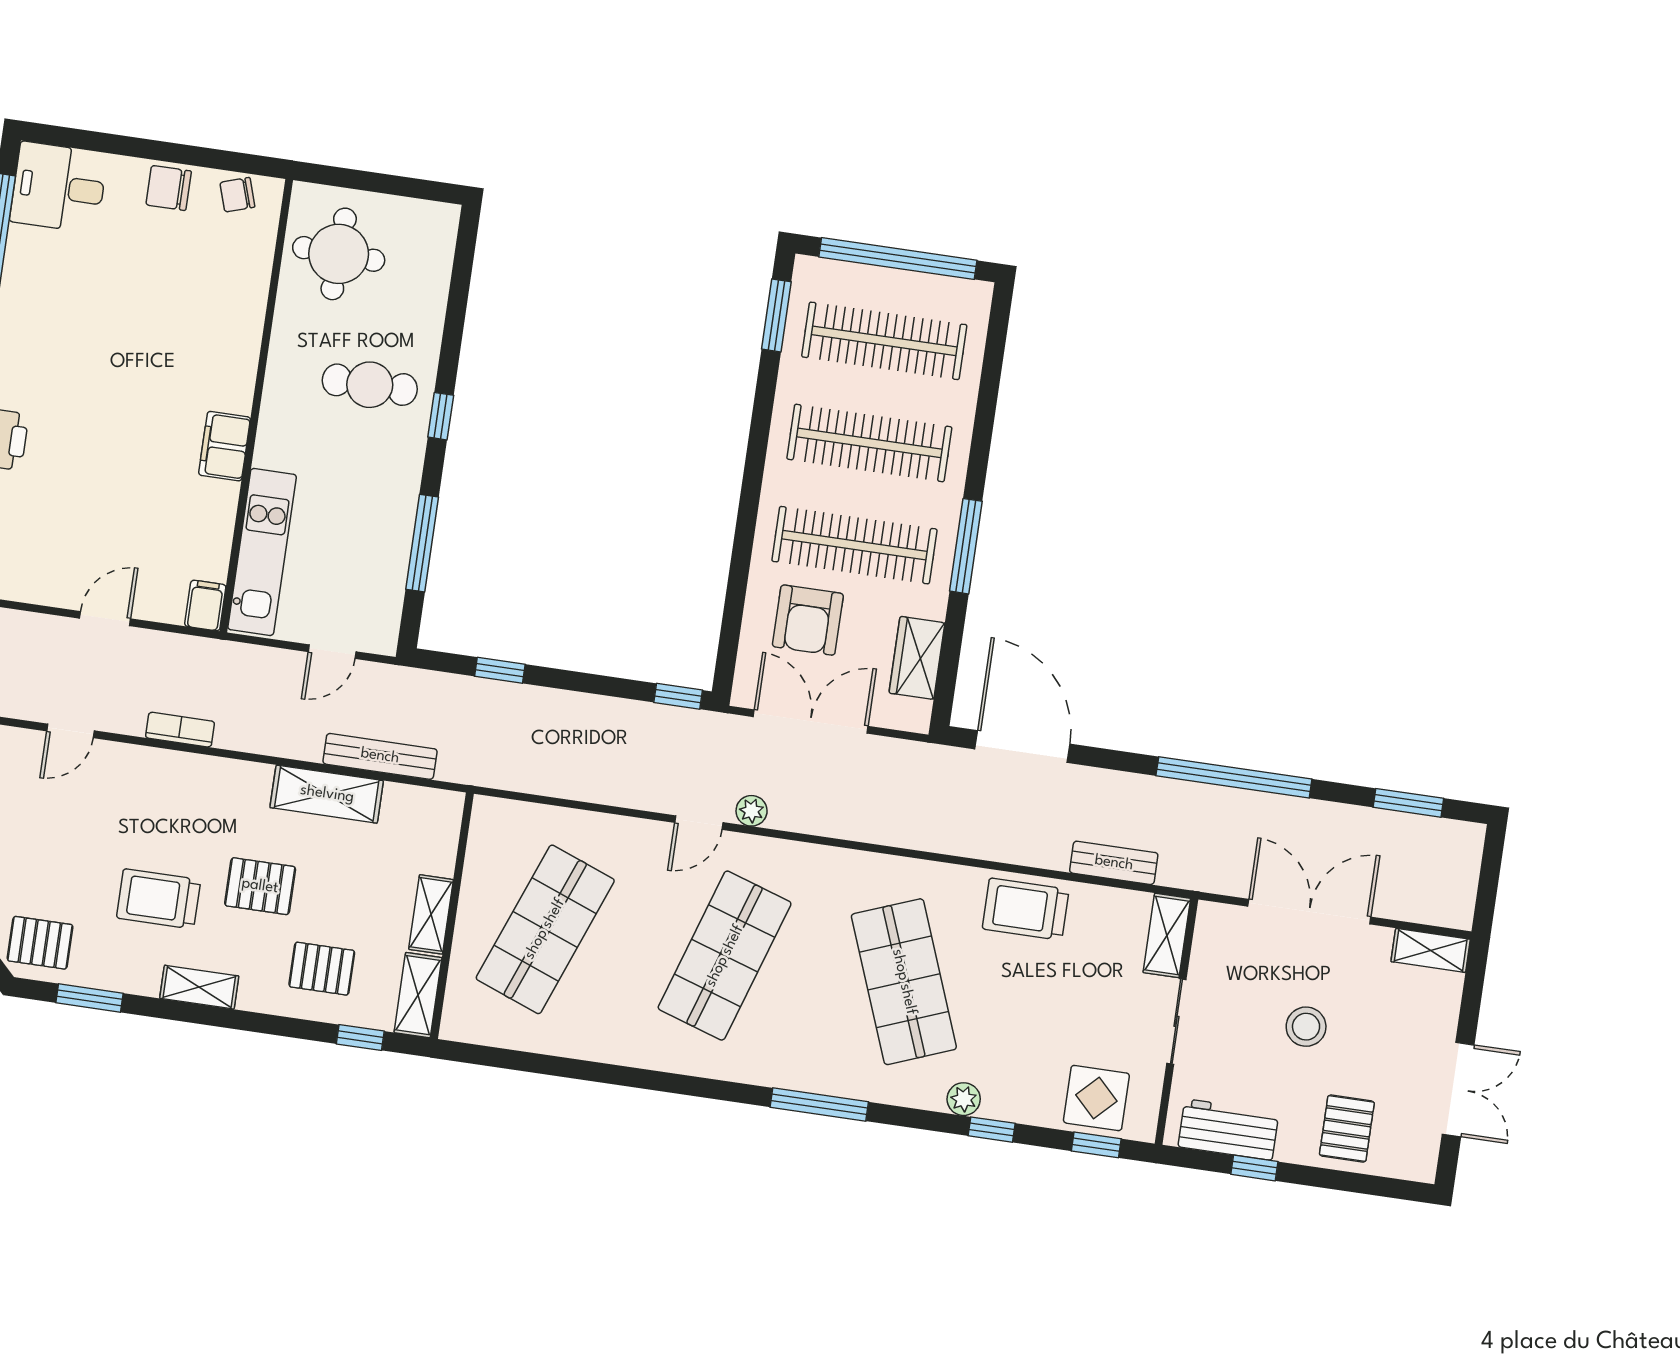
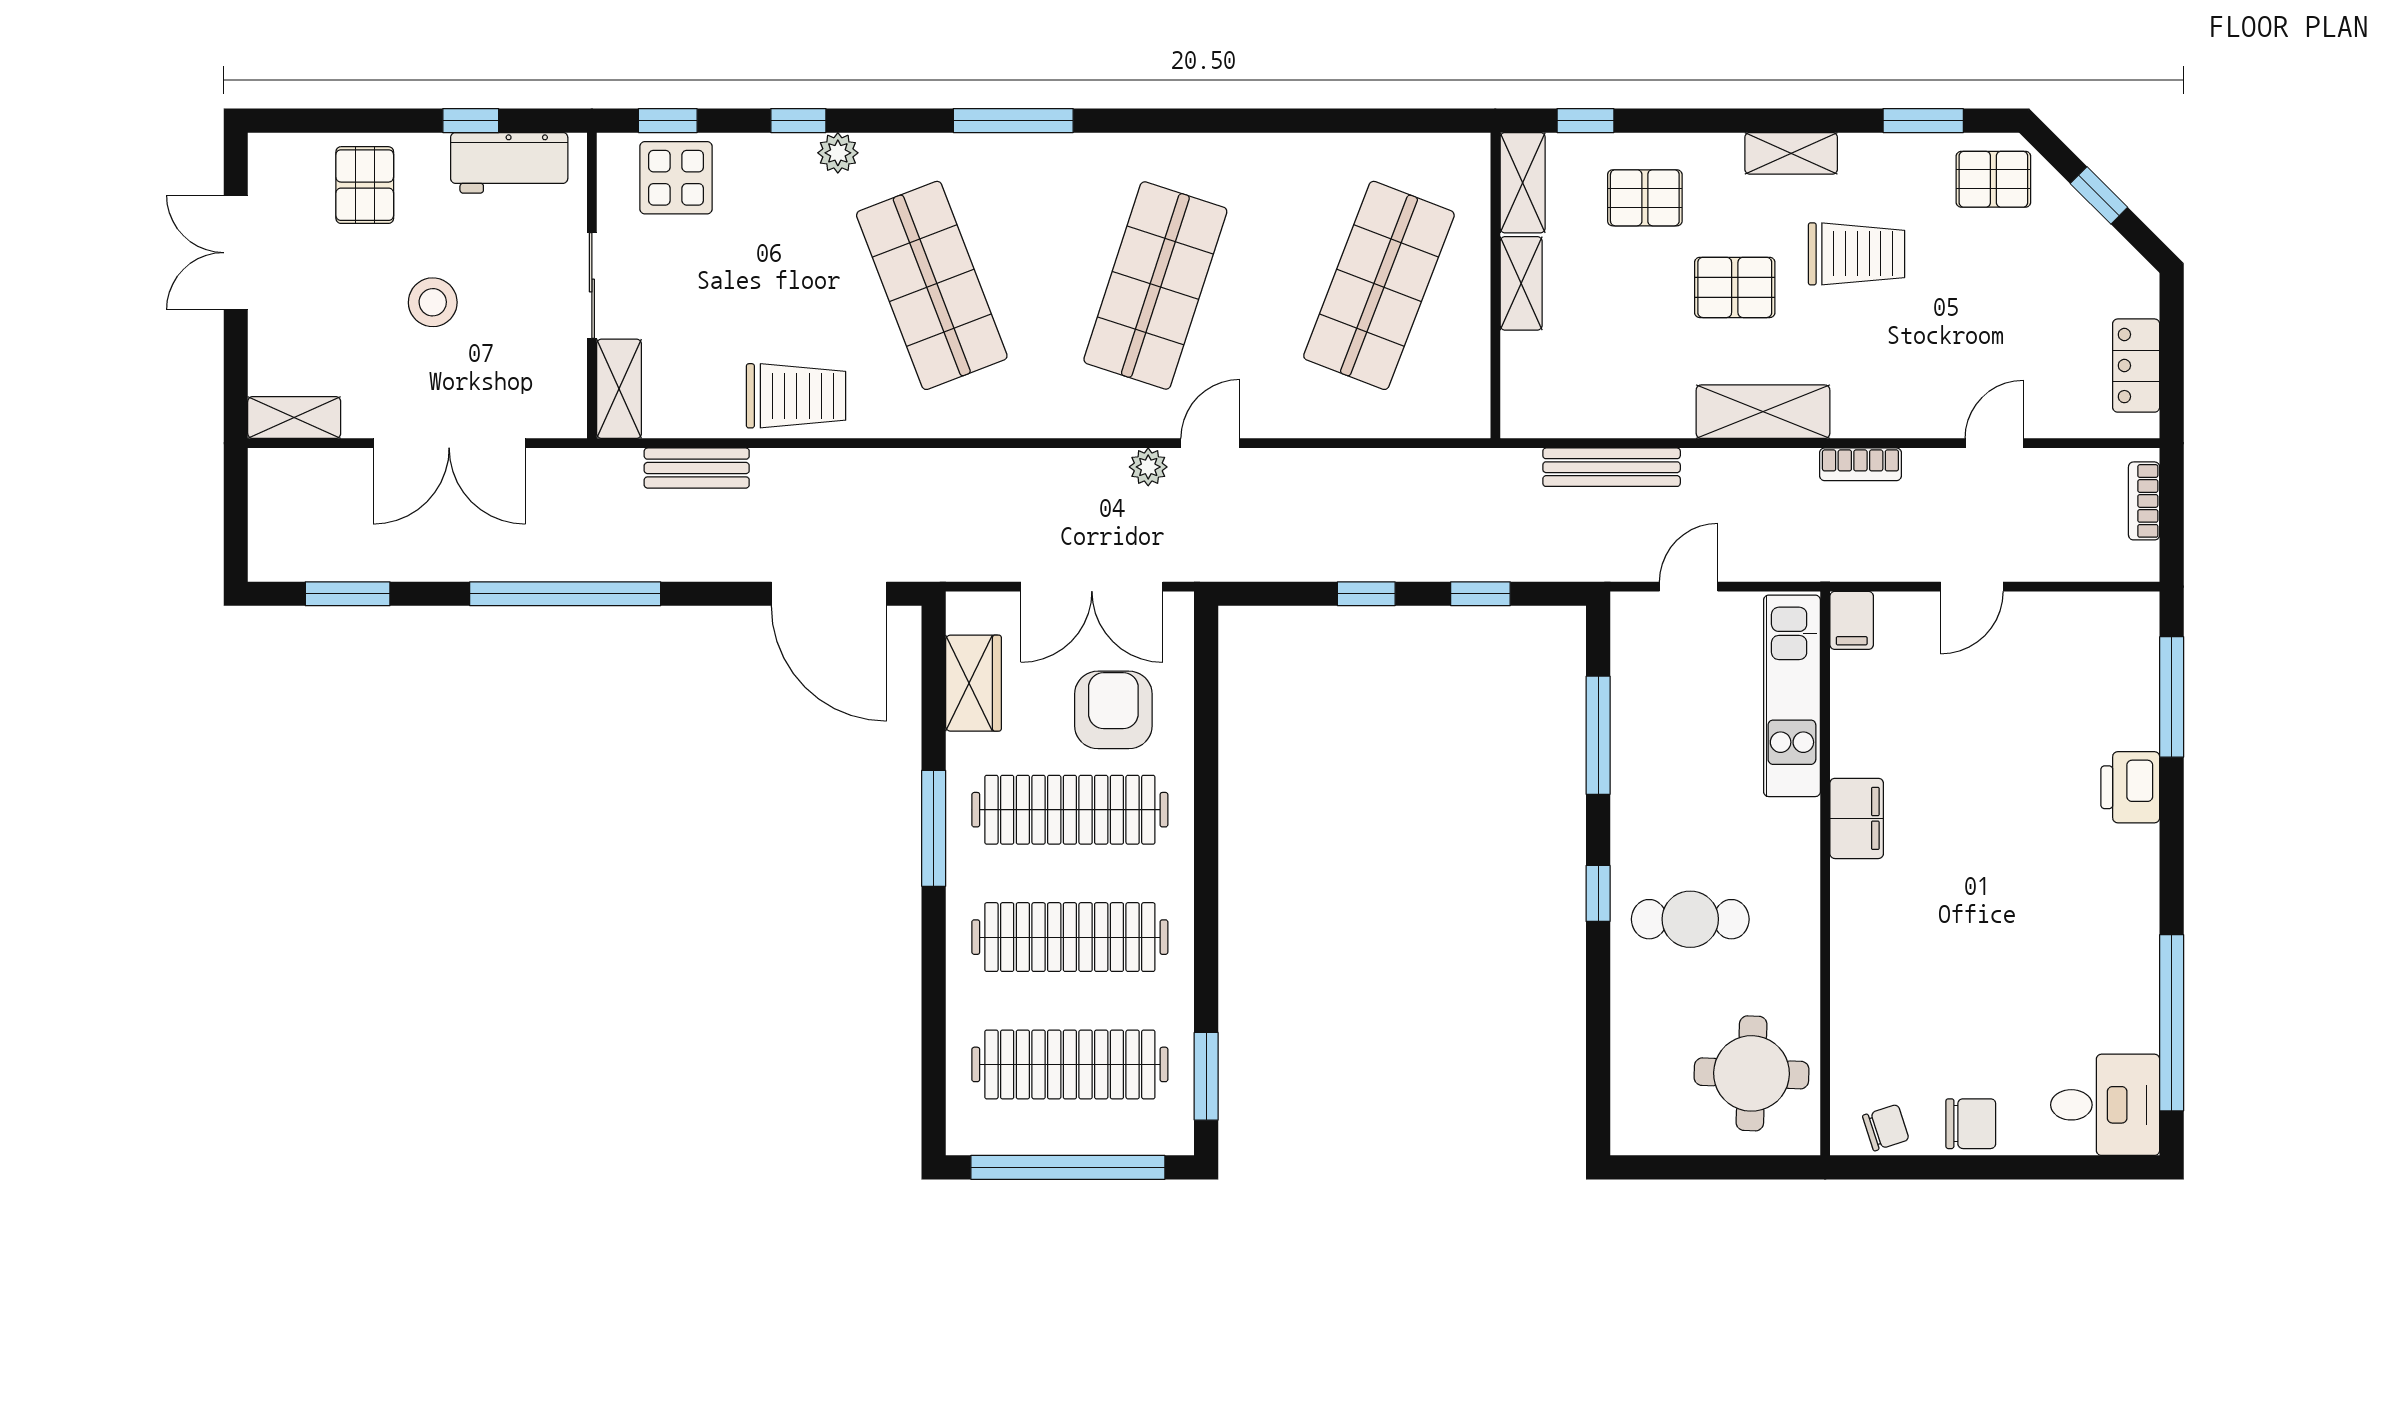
window: (678, 696) -> (1366, 594), moved
shelving: (327, 794) -> (1763, 412), moved

